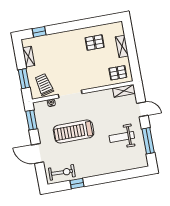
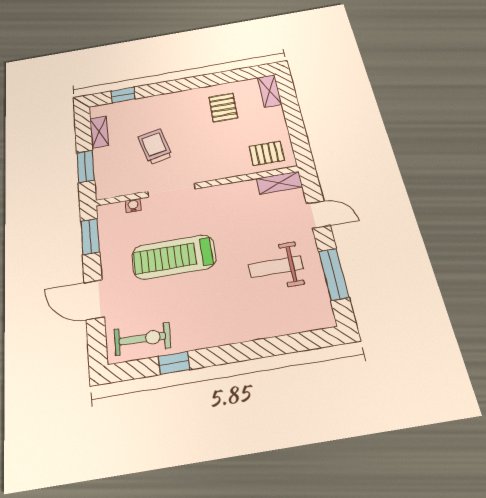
pallet: (95, 43) -> (223, 107), turned 90
shelving: (122, 46) -> (270, 91), moved
trolley: (44, 85) -> (155, 146), moved

